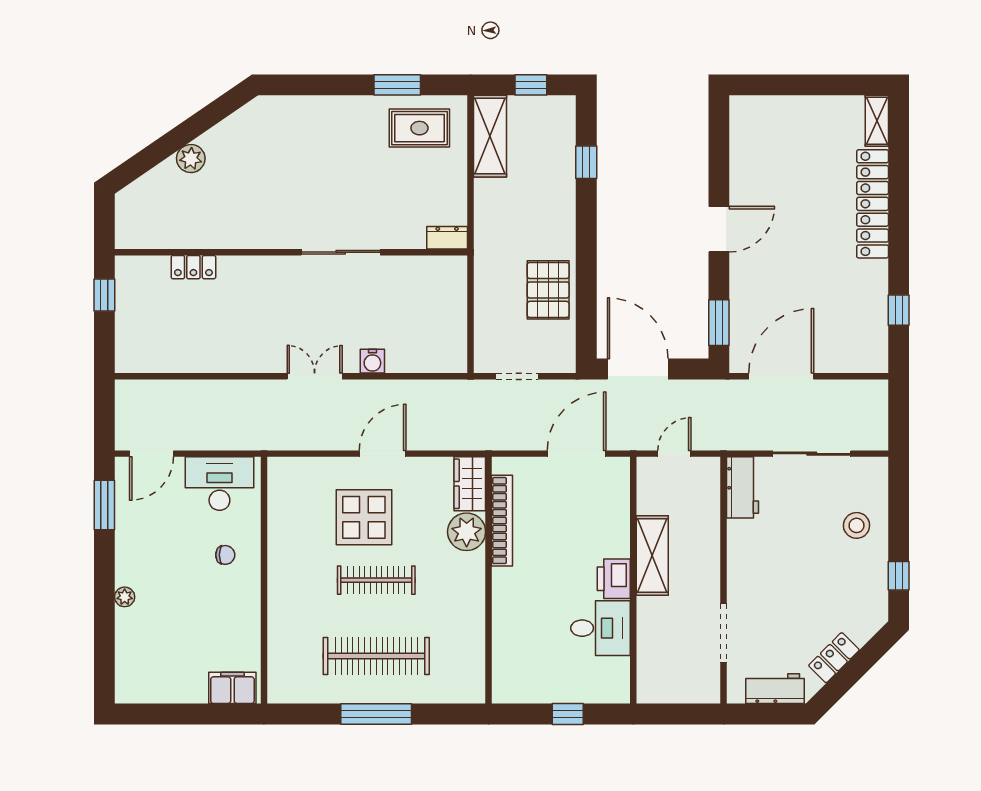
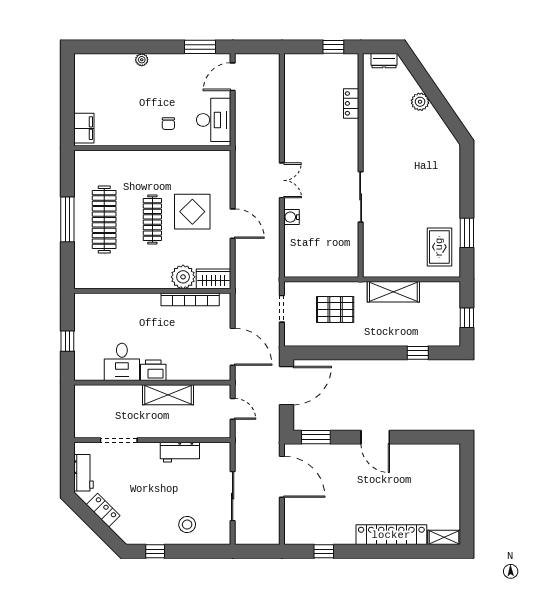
shelving: (490, 136) -> (393, 292), moved
dresser: (447, 238) -> (384, 61), moved, turned 90
pallet: (548, 290) -> (335, 310), moved
door: (151, 454) -> (233, 77), hinge flipped
workbench: (743, 487) -> (180, 452), moved

